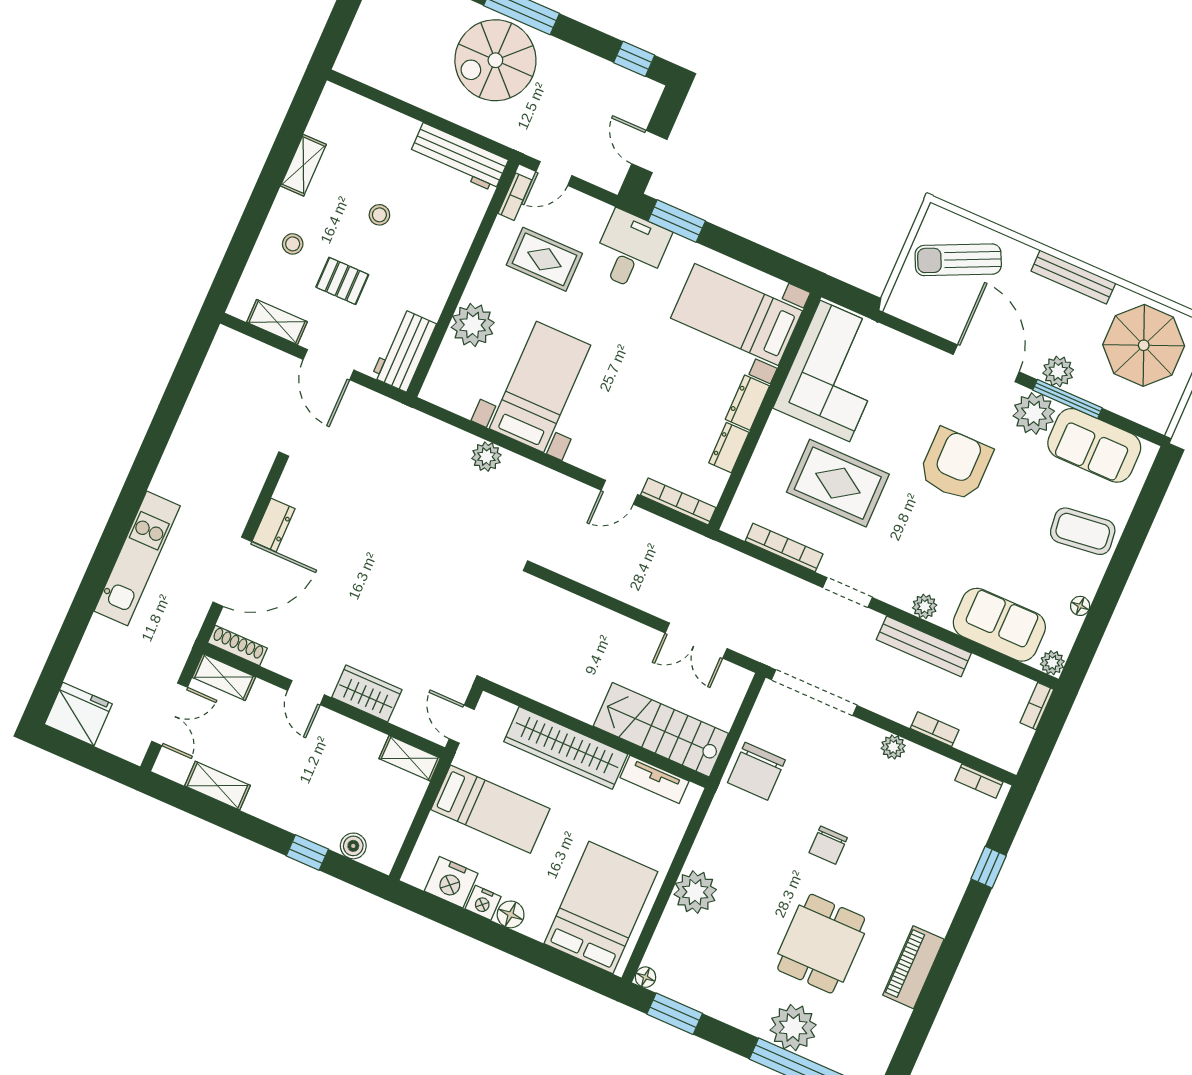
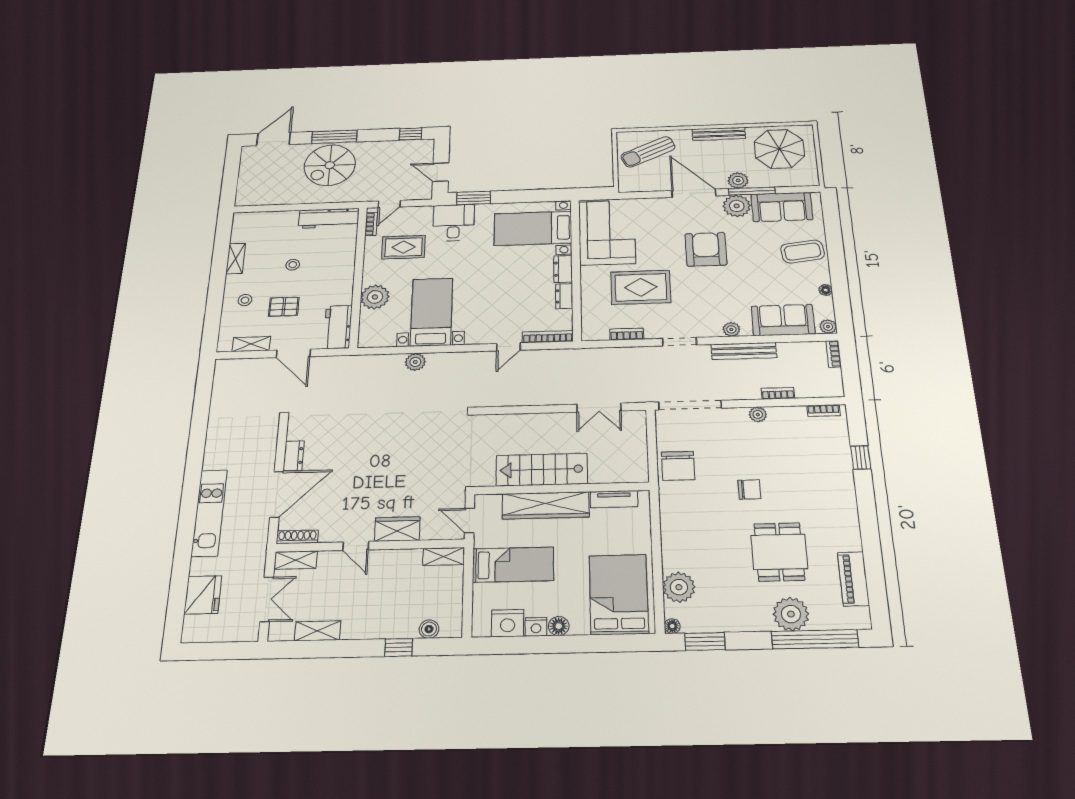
bookcase: (784, 547) -> (627, 334), width x0.64
fridge: (78, 714) -> (203, 595), moved, turned 90
stairs: (661, 730) -> (542, 470), moved
chair: (828, 845) -> (749, 489), turned -90
plant: (695, 892) -> (679, 587), moved
piano: (913, 967) -> (853, 579), moved

